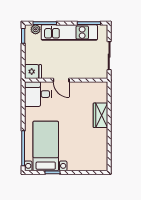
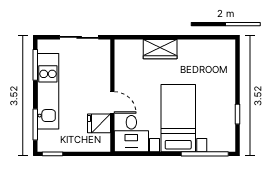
plant: (36, 29) -> (44, 137), removed
fridge: (33, 72) -> (99, 123), moved, turned -90
door: (61, 80) -> (112, 102), hinge flipped
bed with nightstands: (46, 146) -> (178, 118), moved, turned 90

